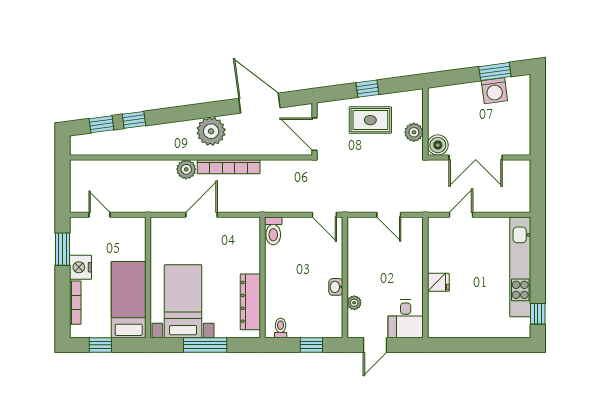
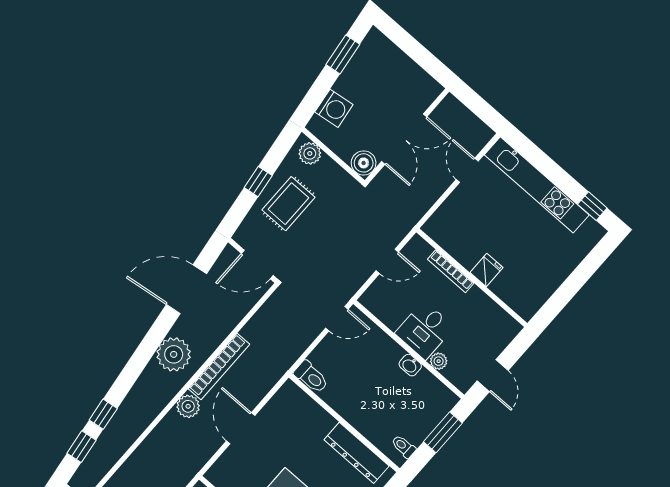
washing machine: (494, 91) -> (334, 108), moved
plant: (414, 132) -> (310, 153), moved
door: (461, 215) -> (467, 170), moved
bookcase: (418, 260) -> (451, 271), added
desk: (406, 319) -> (425, 330), moved, turned 90
window: (311, 345) -> (443, 432), width x1.50

